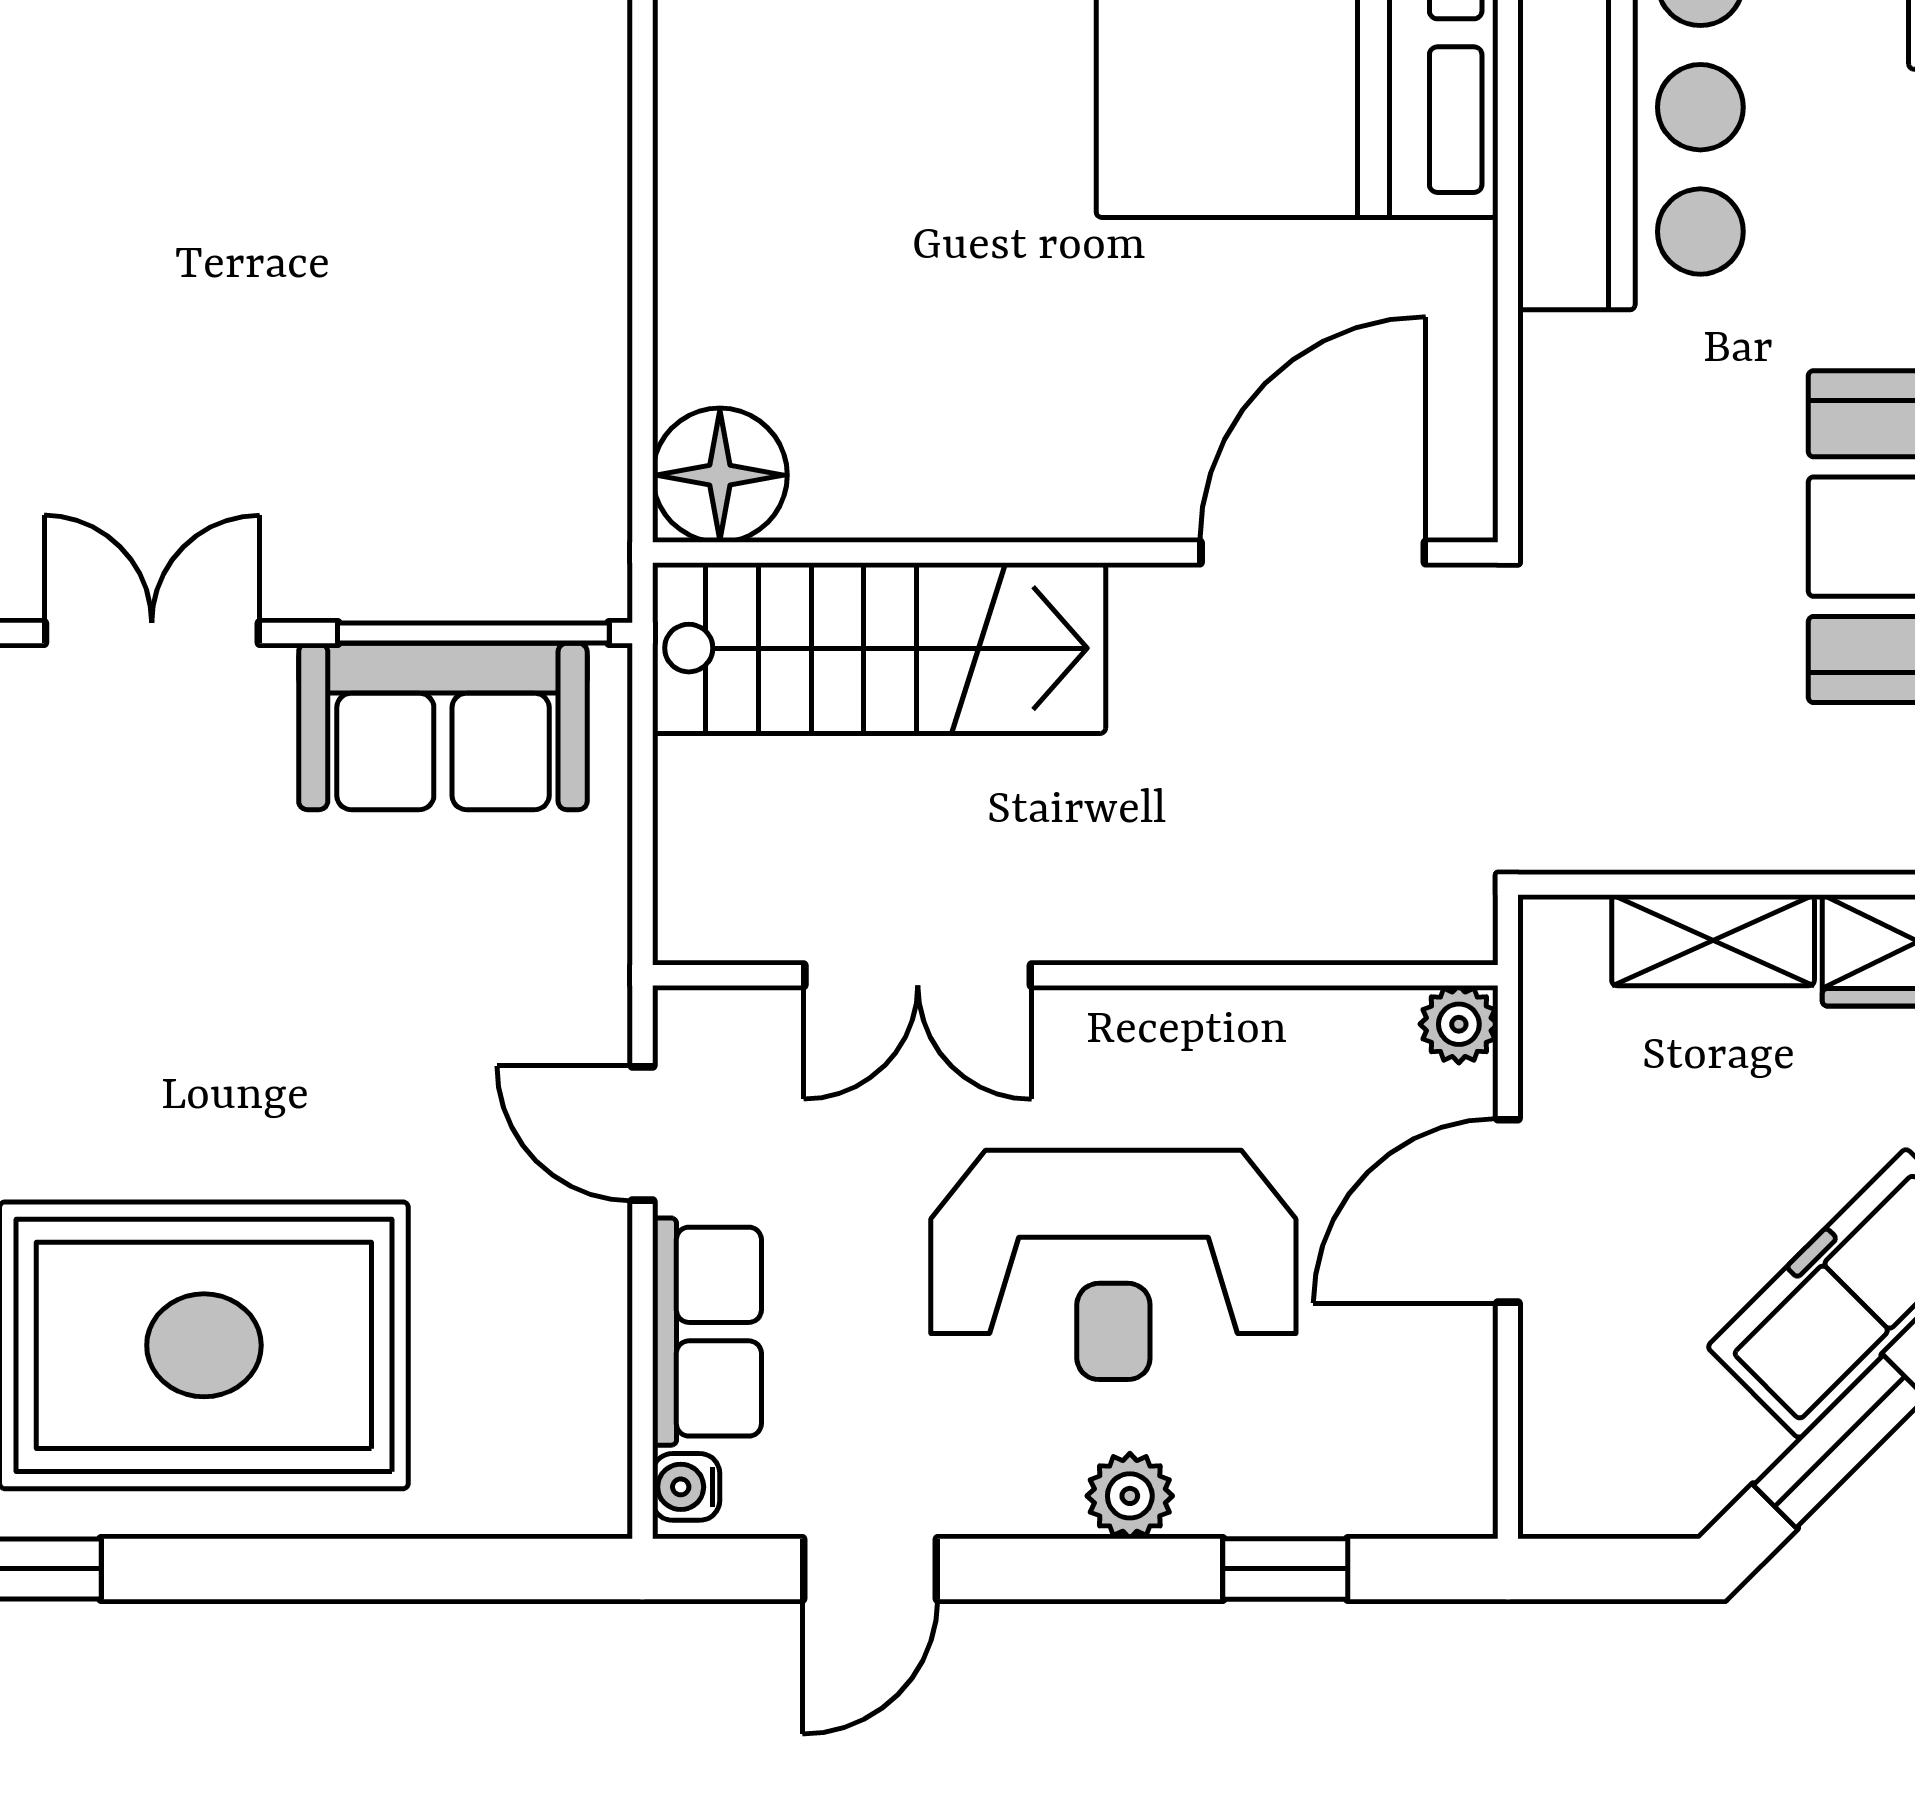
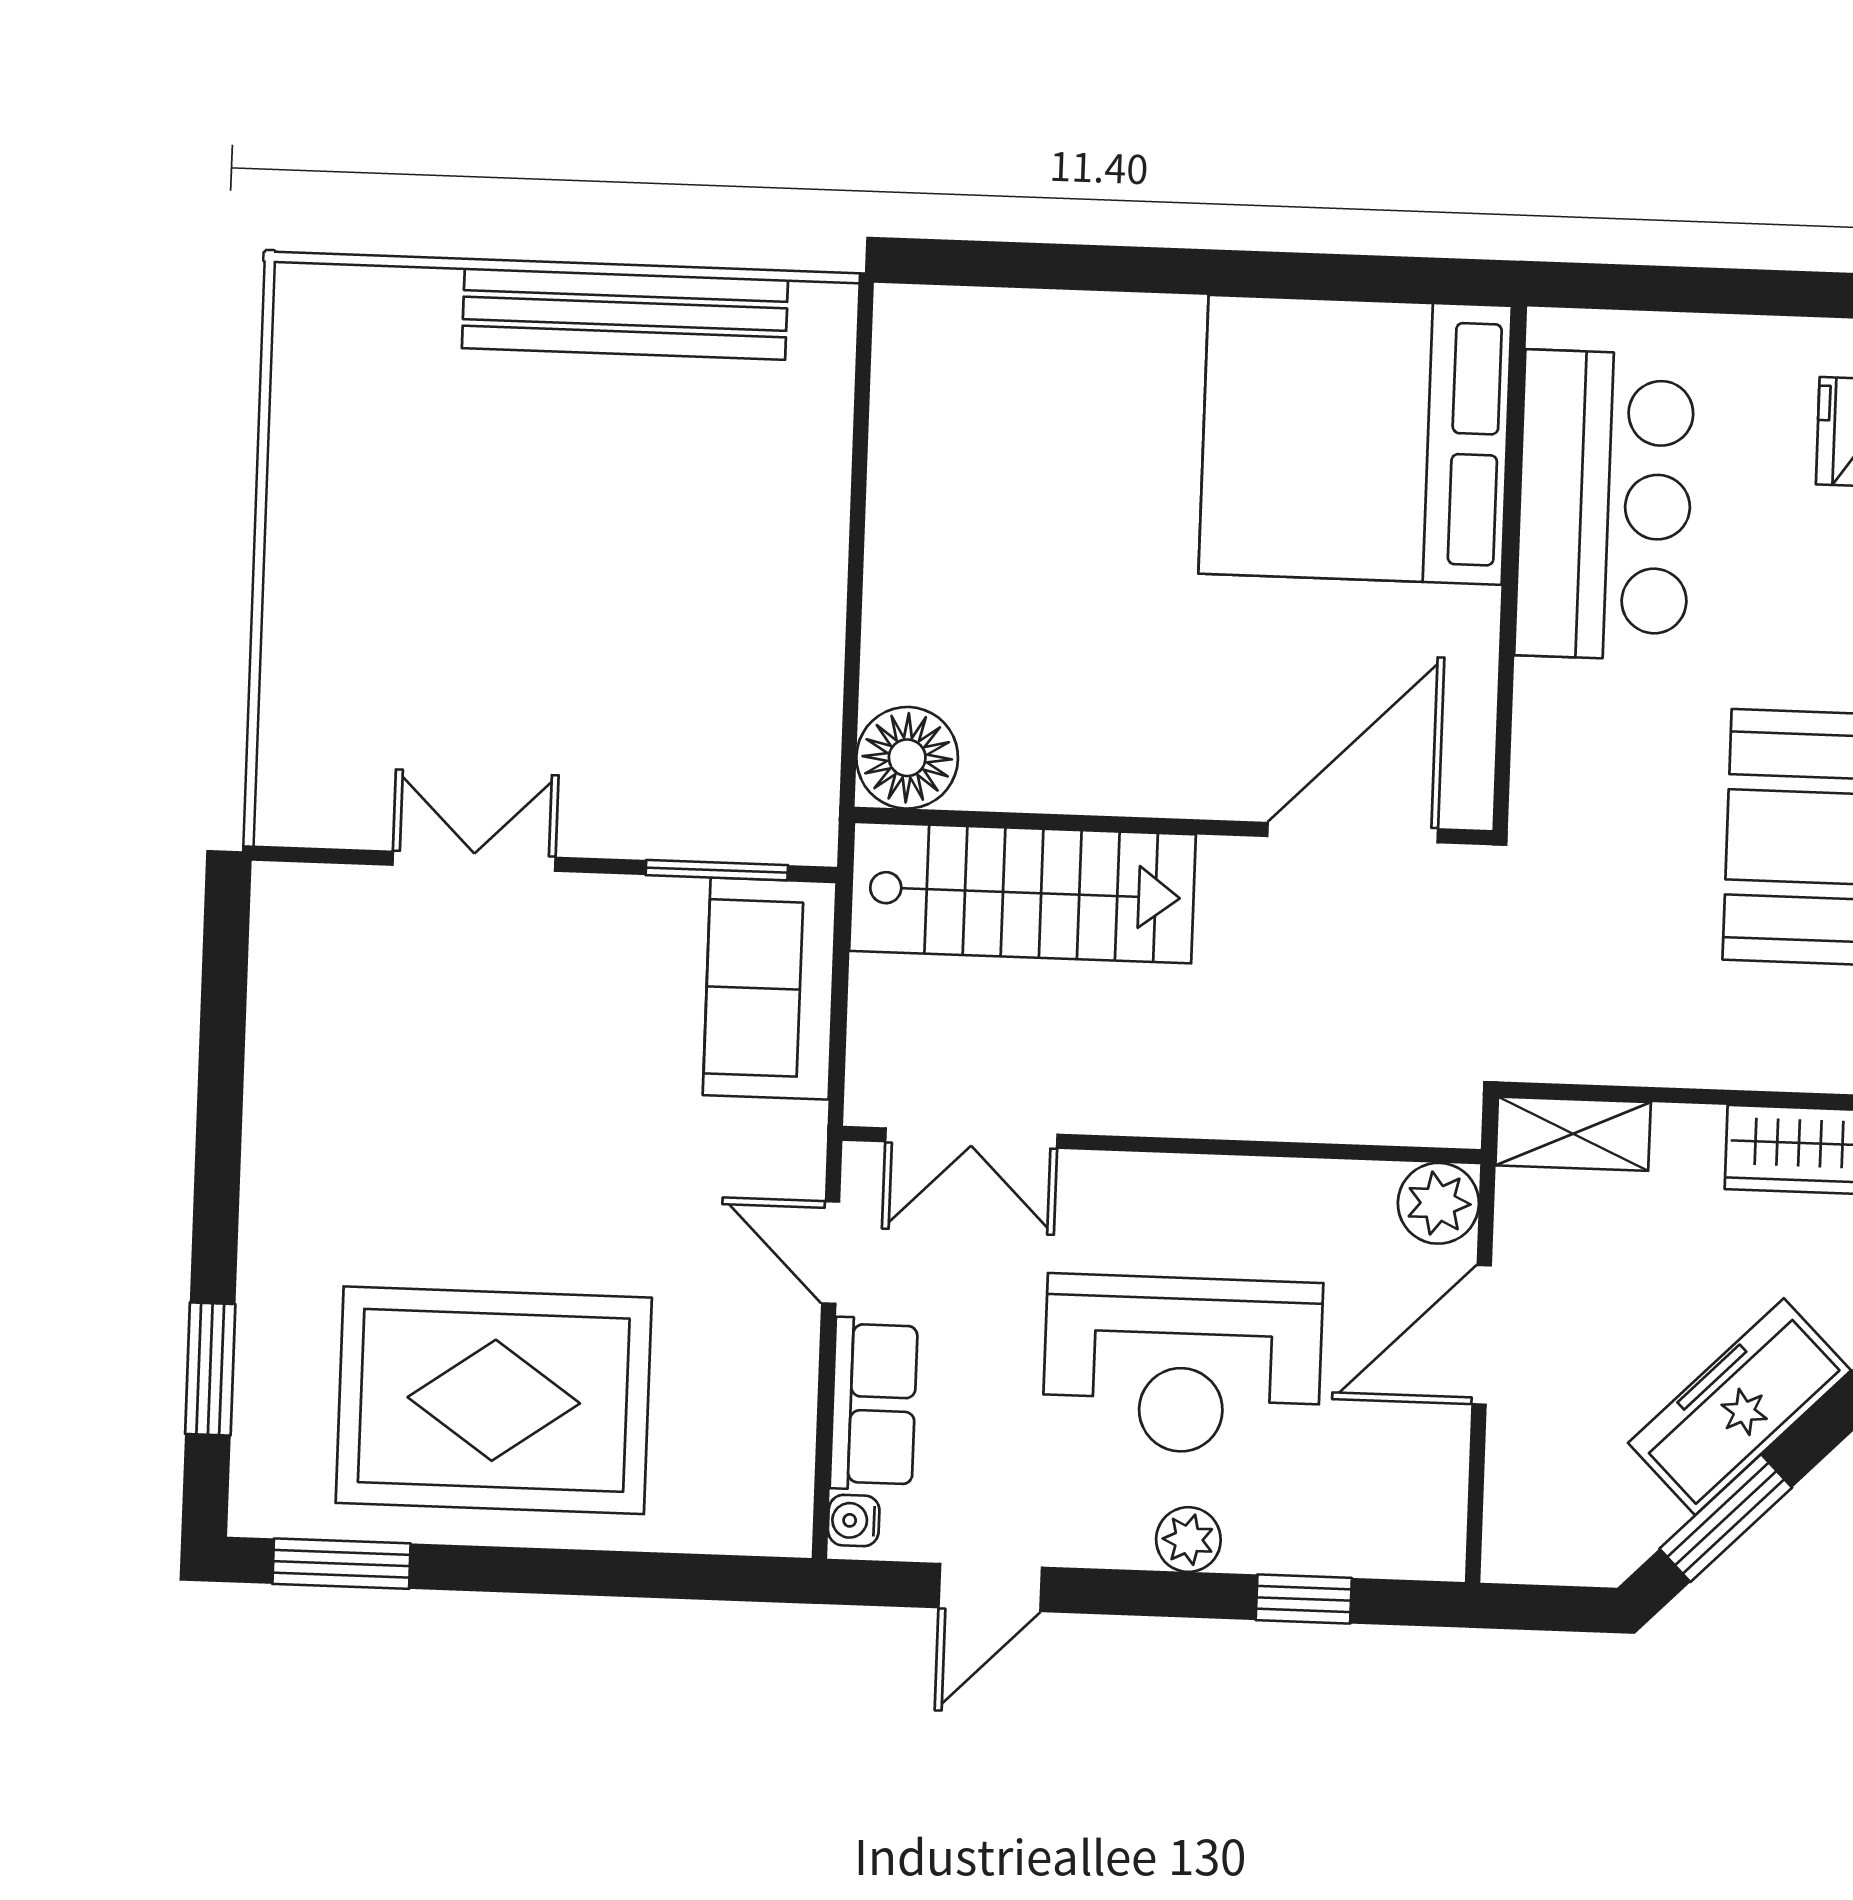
window: (473, 633) -> (717, 870), width x0.69
sofa: (443, 726) -> (770, 989), moved, turned 90
shelving: (1713, 940) -> (1573, 1134), moved
double door: (918, 975) -> (971, 1138), moved
plant: (1459, 1024) -> (1438, 1203), width x1.38, depth x1.38

